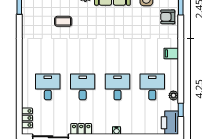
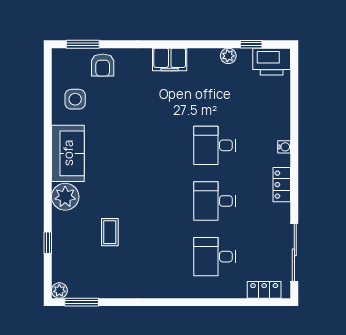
filing cabinet: (171, 53) -> (170, 59), width x2.00
desk: (152, 87) -> (215, 90), removed
locker: (81, 129) -> (282, 185), moved

